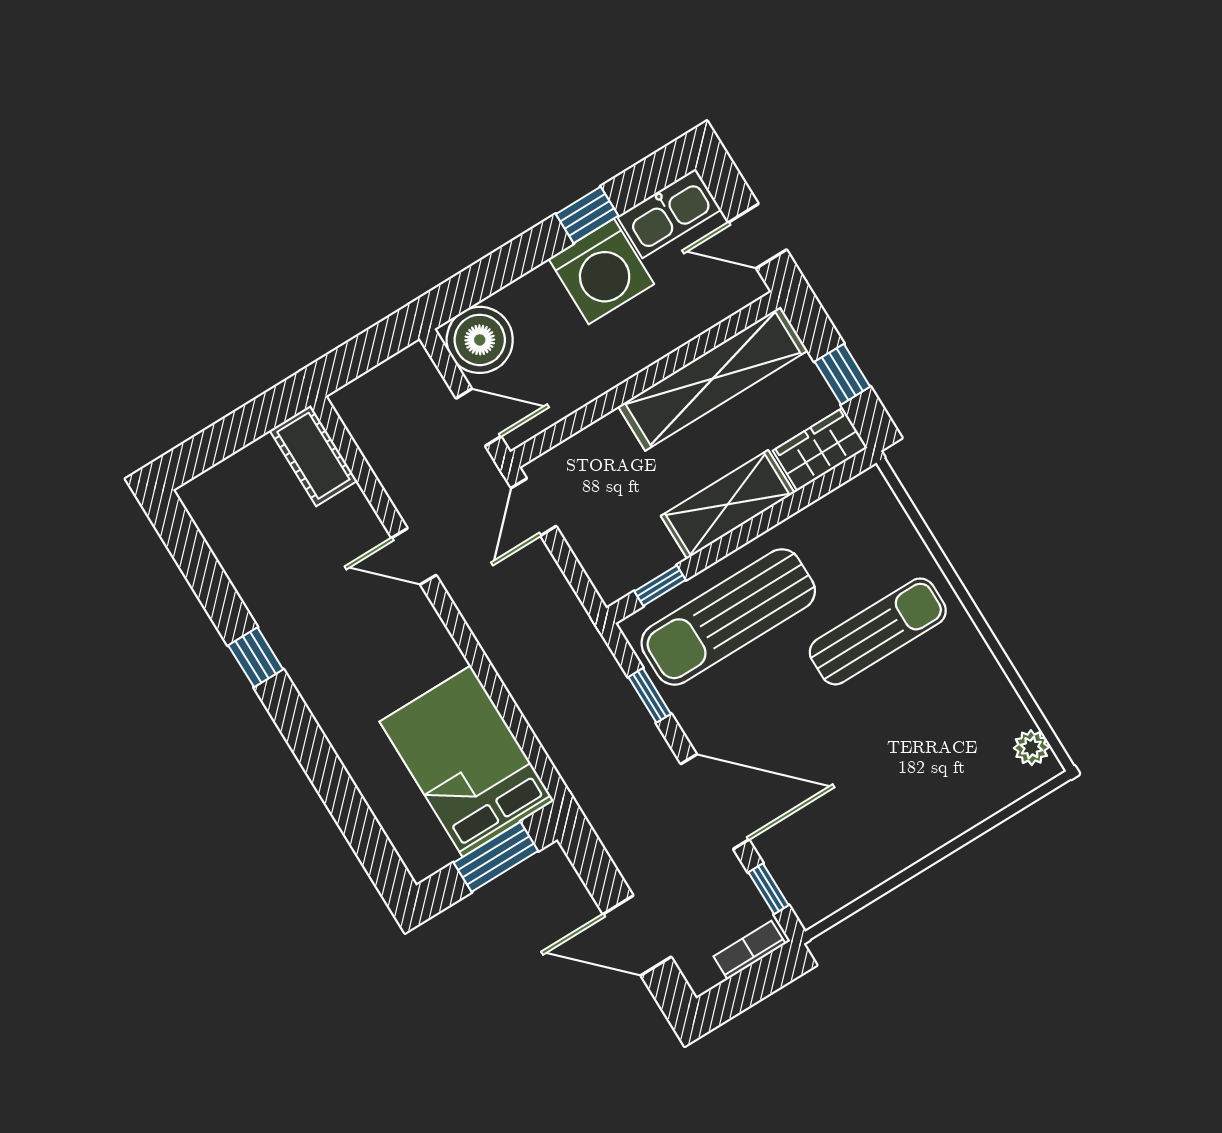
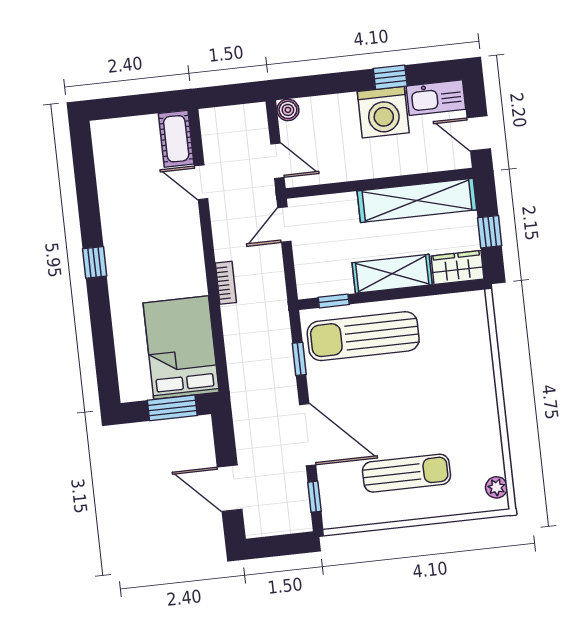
boiler: (480, 340) -> (288, 110), width x0.54, depth x0.54
door: (414, 556) -> (201, 182), moved
sun lounger: (878, 631) -> (406, 473), moved
window: (256, 657) -> (95, 262), moved
bookcase: (750, 950) -> (226, 283), moved, turned 90

